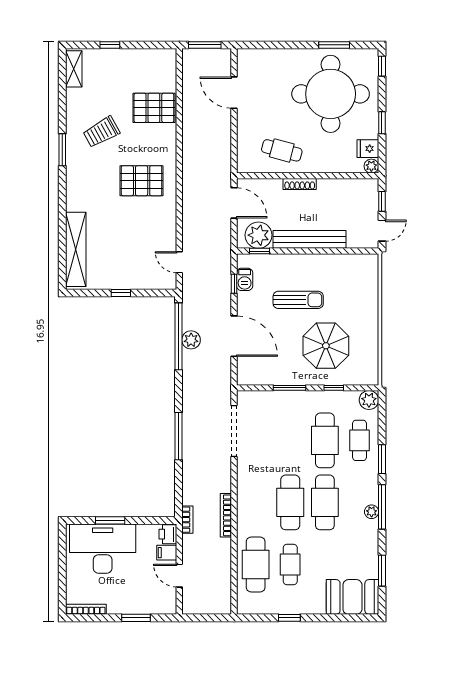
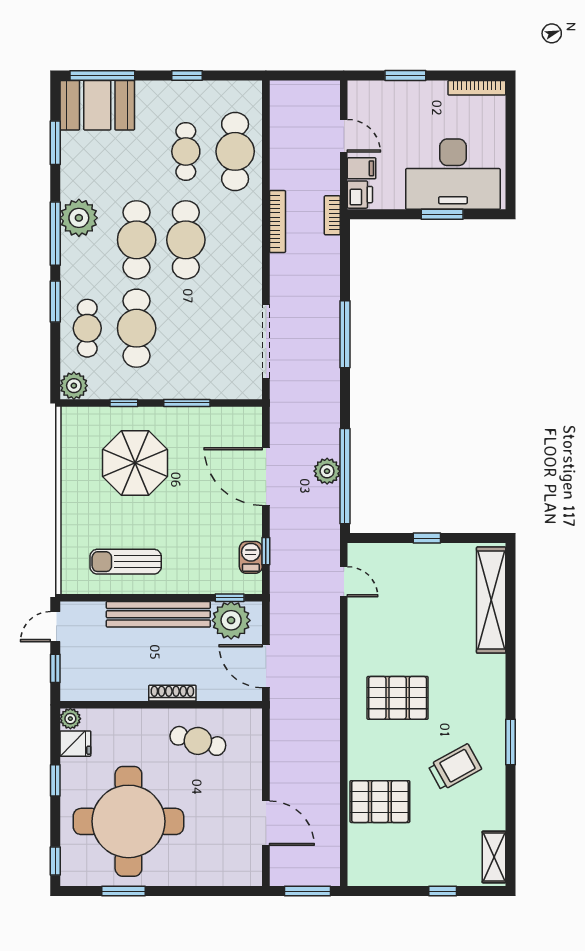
sun lounger: (298, 300) -> (126, 562), moved
plant: (372, 512) -> (79, 218), width x1.87, depth x1.87
window: (349, 618) -> (102, 76), added

